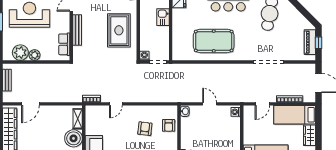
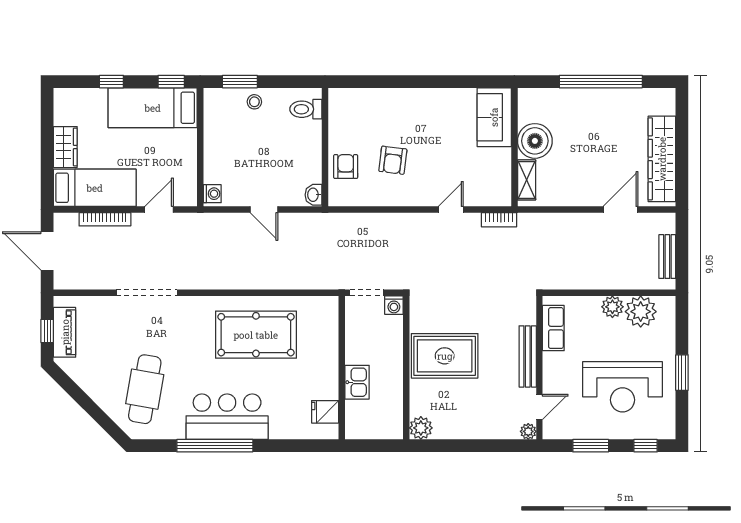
rug: (119, 30) -> (445, 356), turned 90

